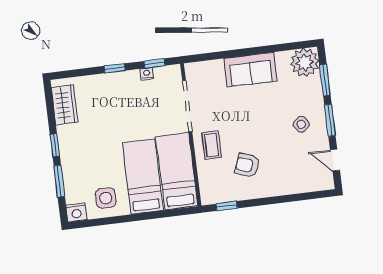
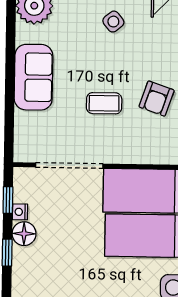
floor lamp: (131, 79) -> (24, 234), added
coffee table: (212, 145) -> (104, 103), moved

